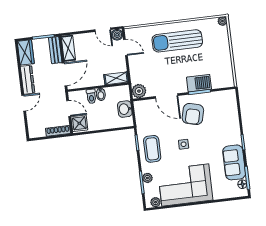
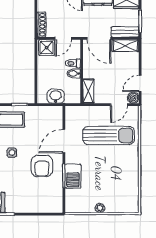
plant: (222, 21) -> (100, 208), moved
sun lounger: (177, 41) -> (109, 135), moved, turned 90
plant: (139, 91) -> (72, 113), removed
armchair: (193, 114) -> (42, 166), turned -104

